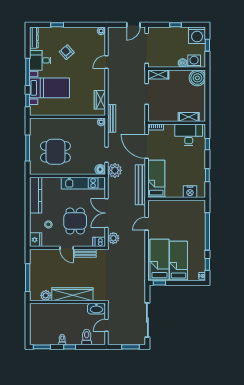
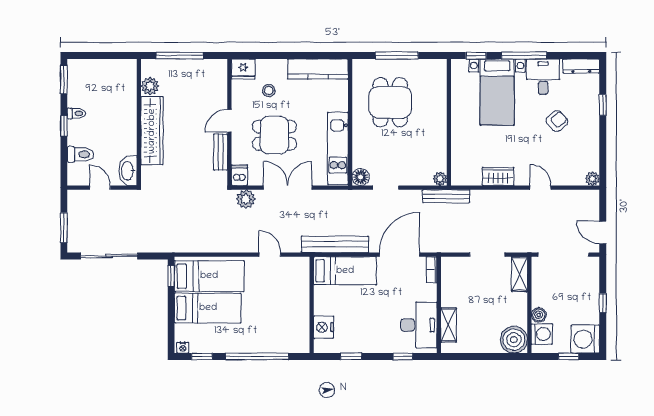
wardrobe: (100, 100) -> (498, 176), moved
plant: (115, 170) -> (359, 201), removed

